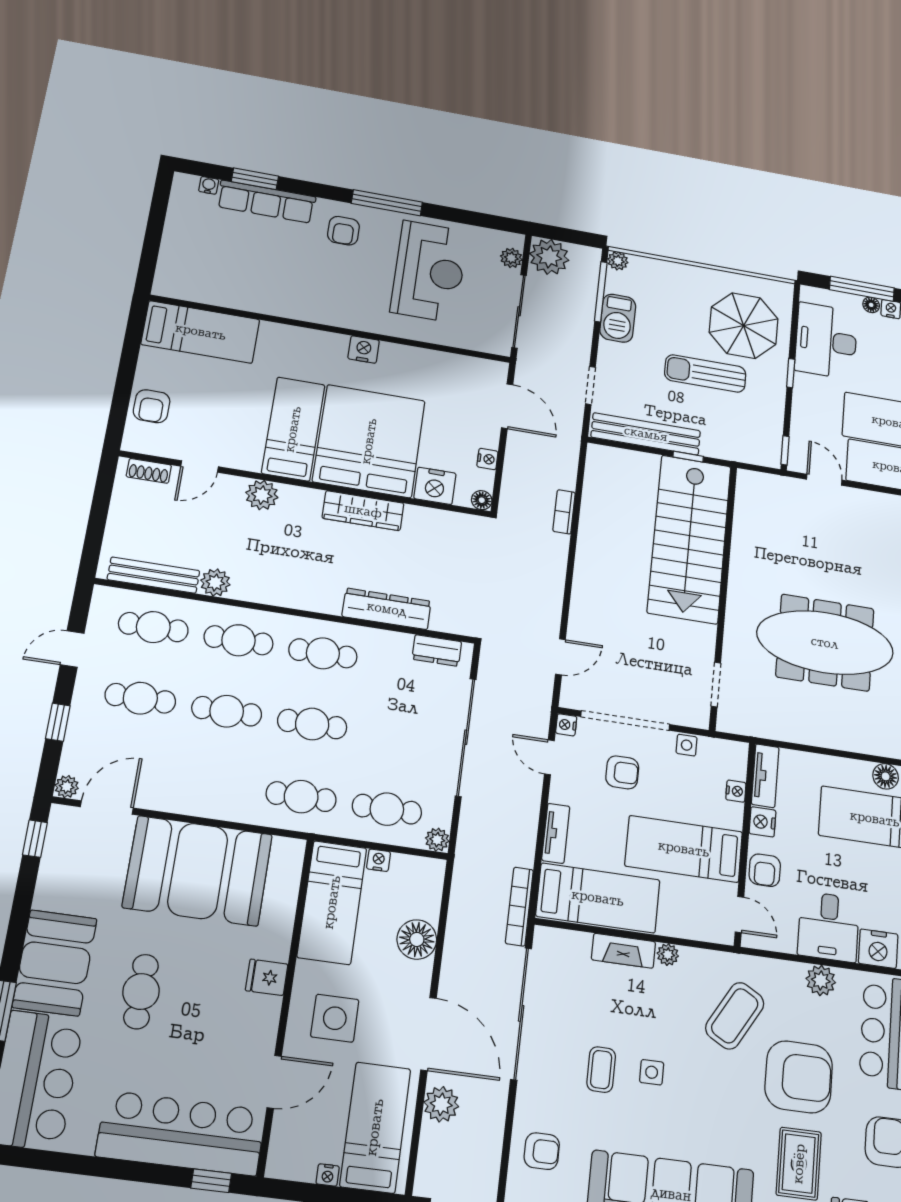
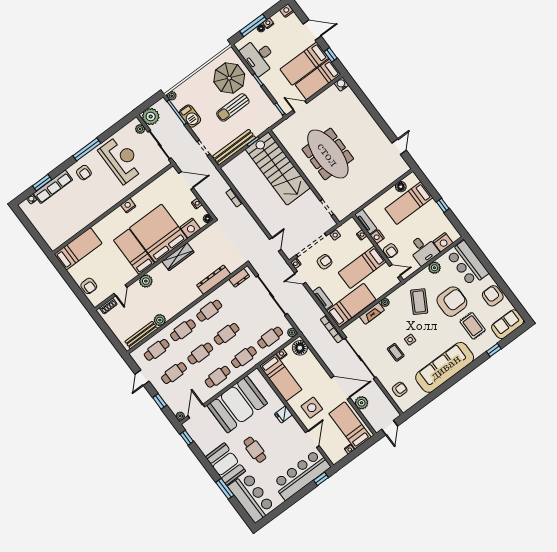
meeting table: (825, 643) -> (328, 154), moved, turned 90
cafe table: (214, 784) -> (218, 377), added
floor lamp: (417, 939) -> (300, 348), moved

